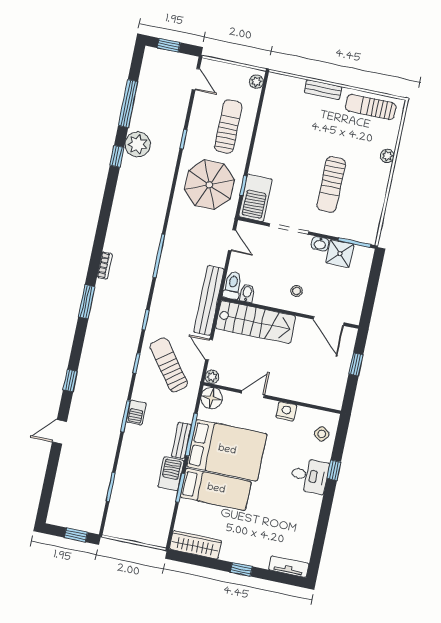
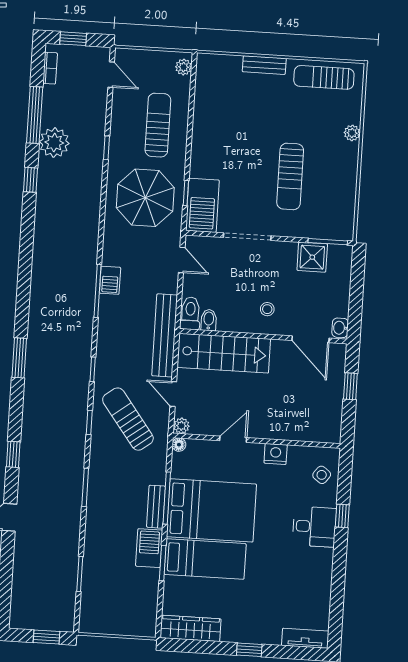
plant: (138, 144) -> (54, 143), moved
washbasin: (320, 244) -> (340, 328), moved, turned 90
bookcase: (105, 266) -> (50, 68), moved
floor lamp: (212, 398) -> (179, 445), width x0.53, depth x0.53
barbecue: (136, 412) -> (110, 280), moved

